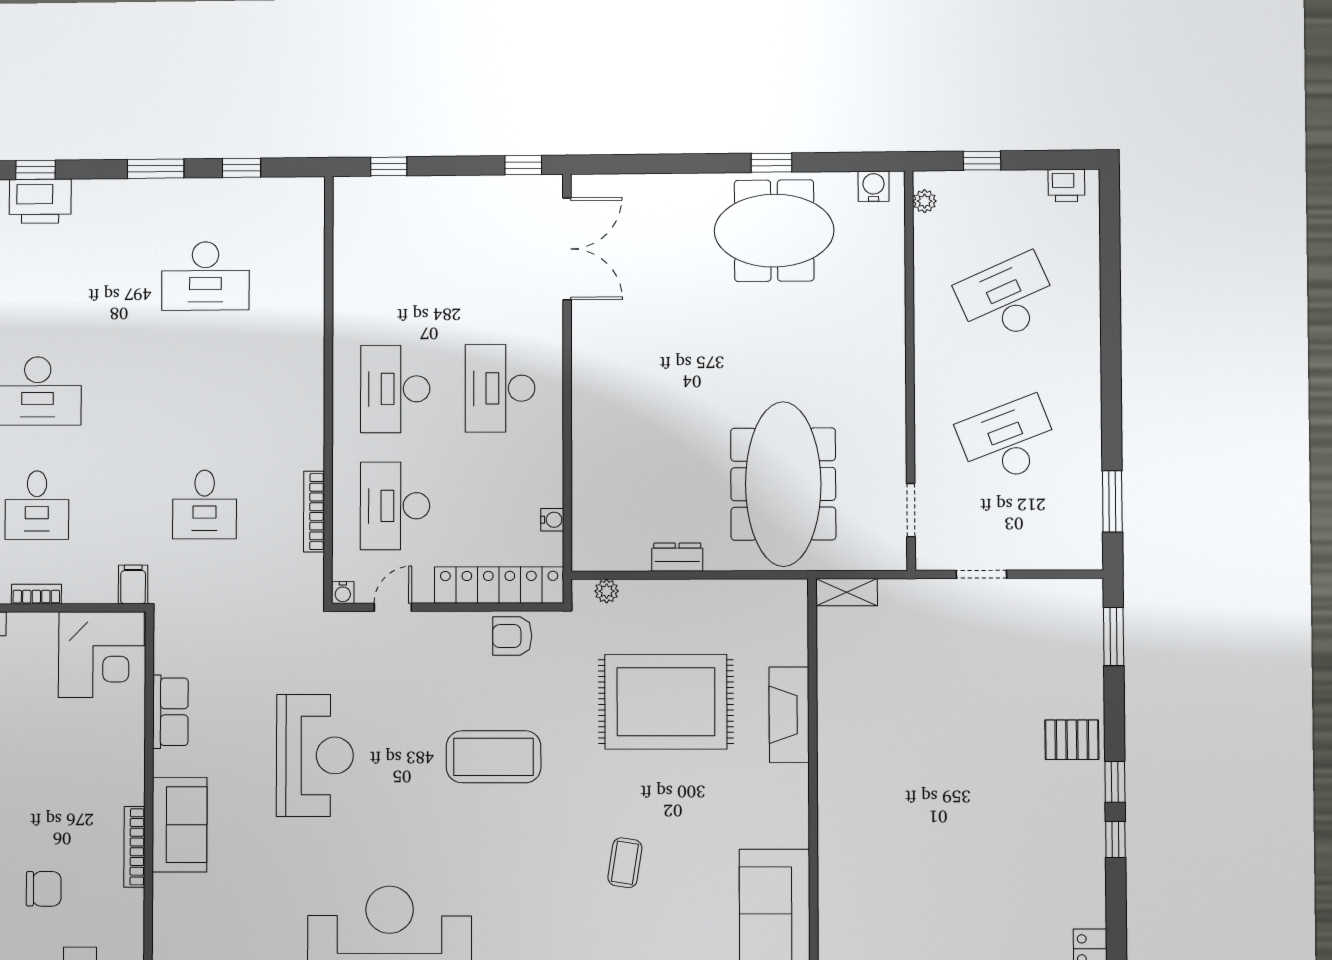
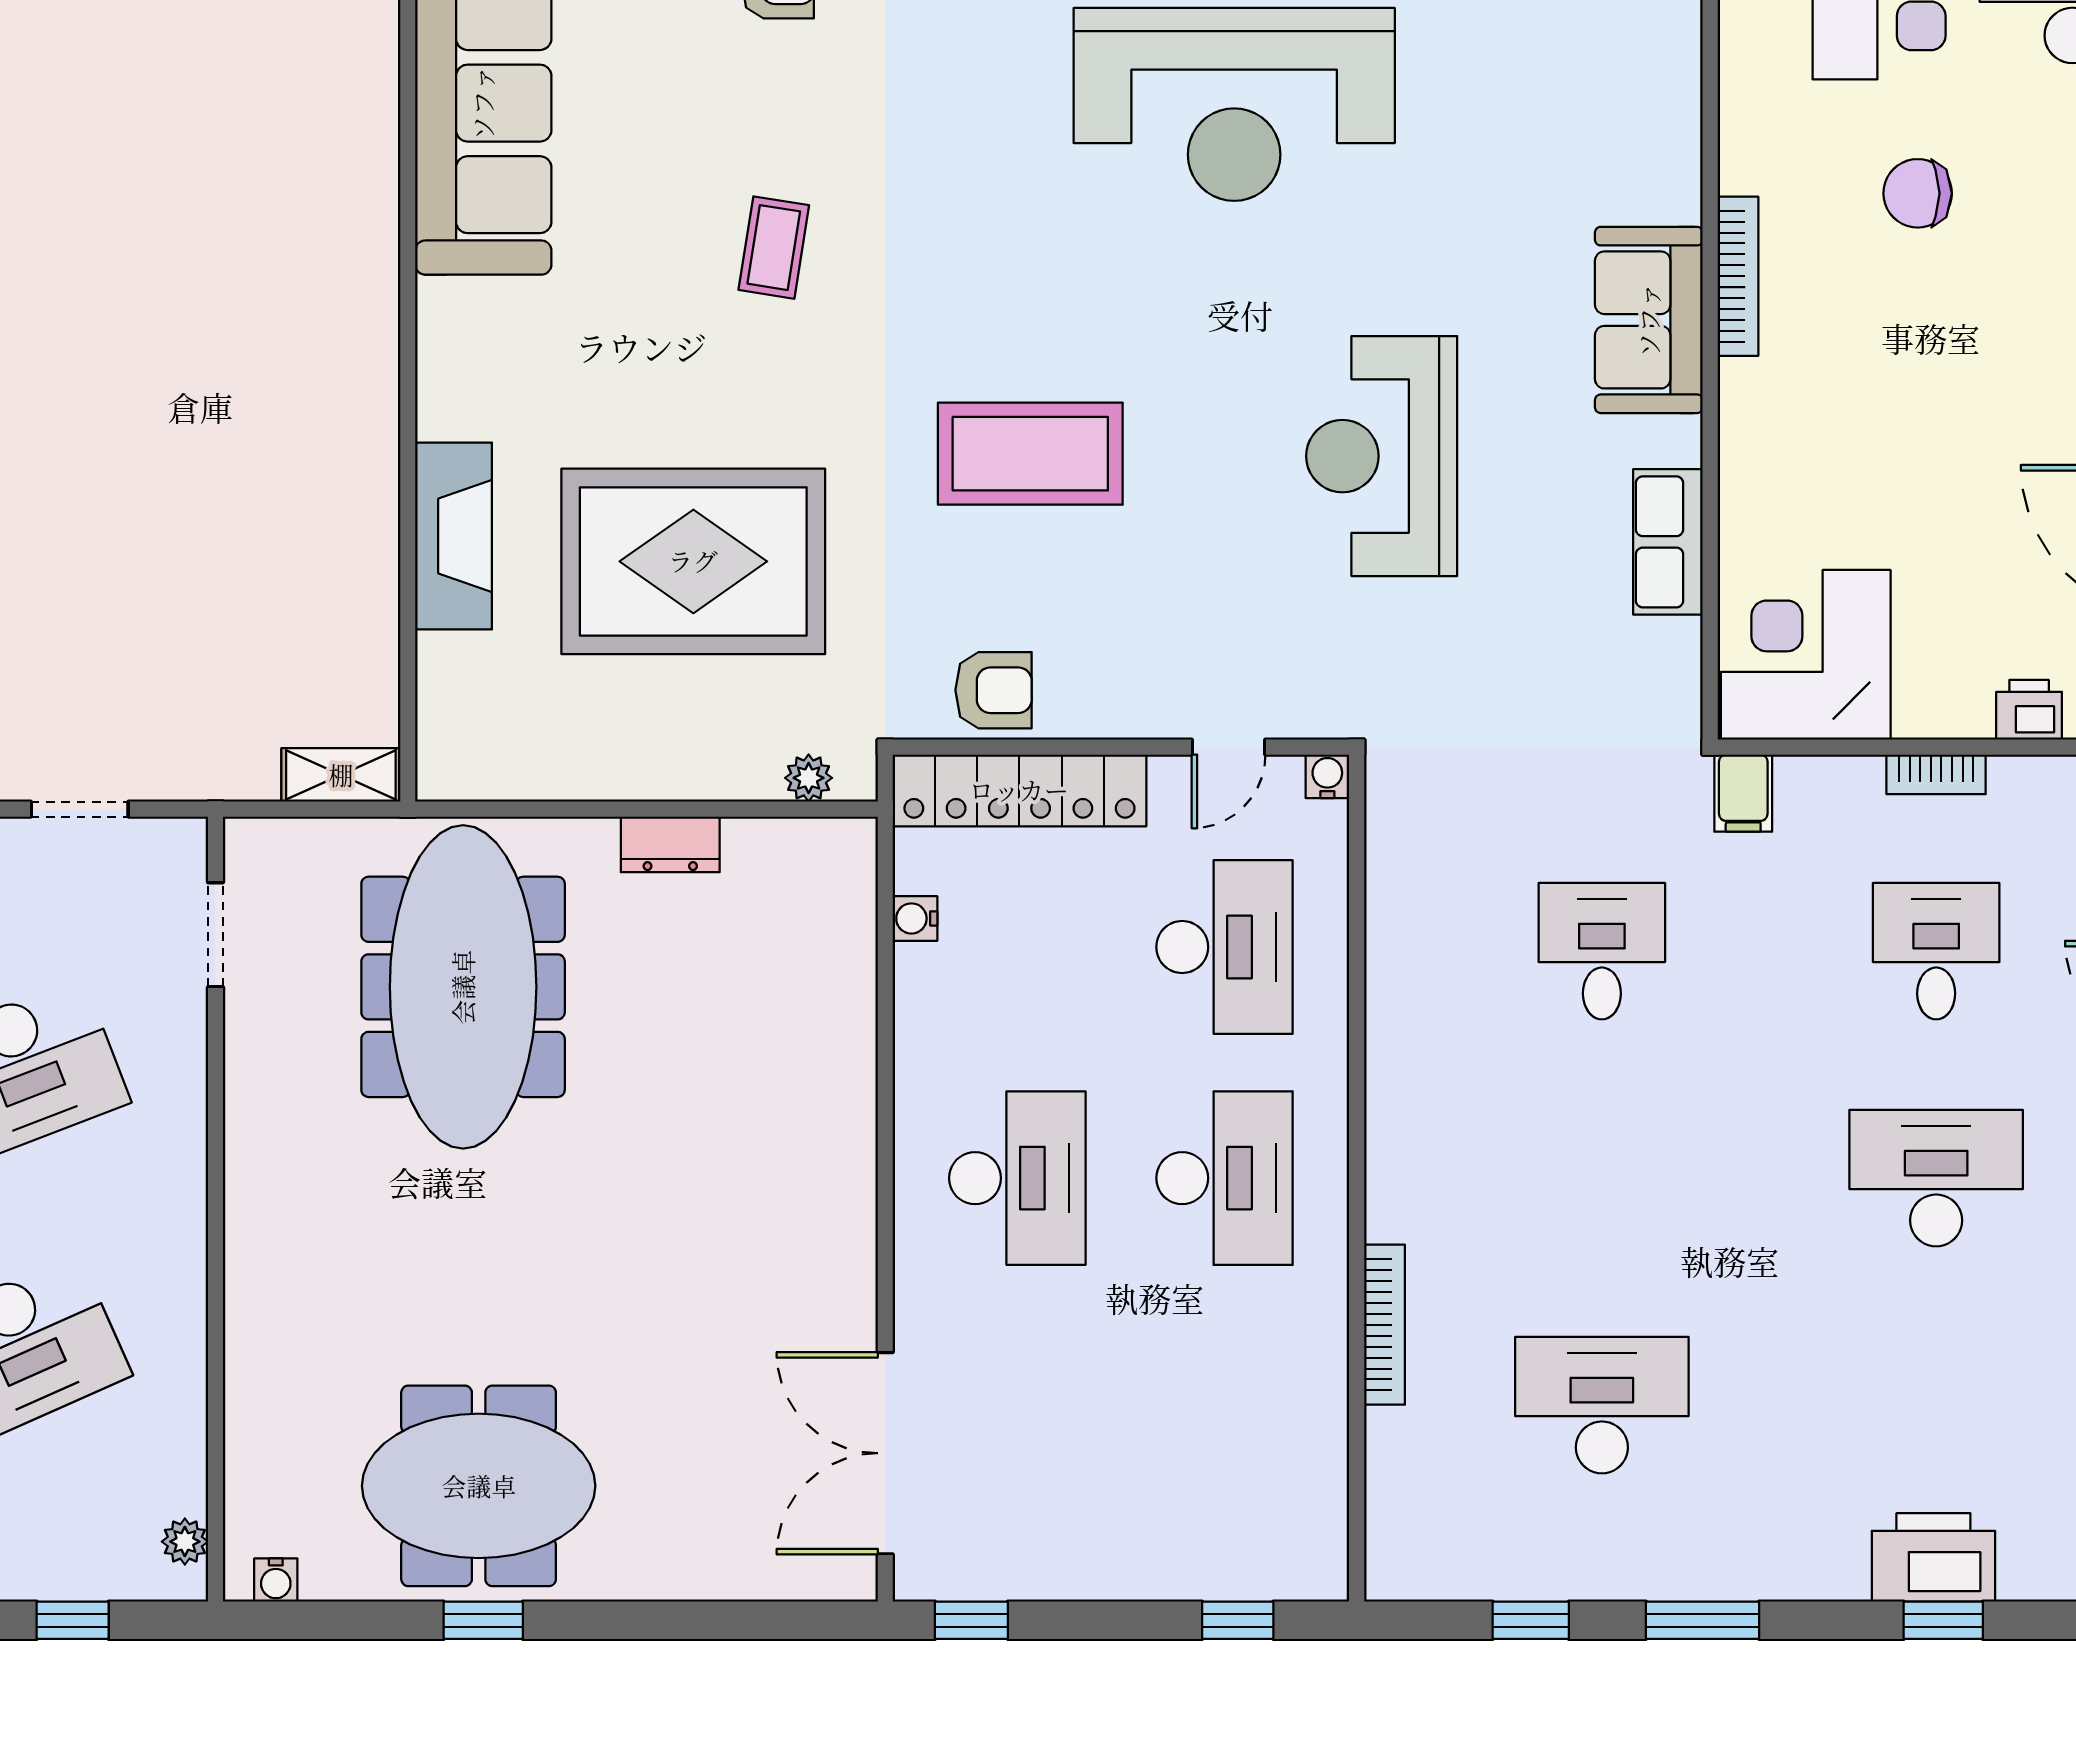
water cooler: (874, 186) -> (276, 1580), width x0.72, depth x0.72
bookcase: (314, 512) -> (1385, 1325), moved

